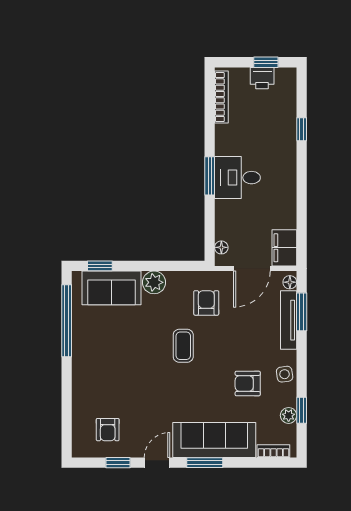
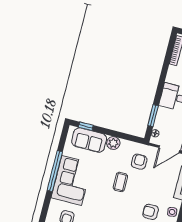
window: (210, 176) -> (153, 116), moved
window: (67, 321) -> (55, 171), moved
corner sofa: (99, 365) -> (72, 180), added

